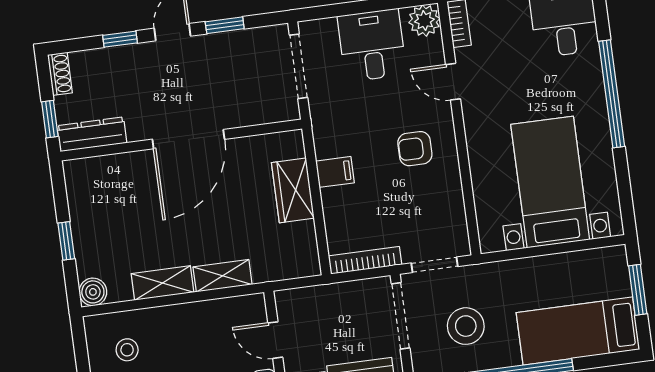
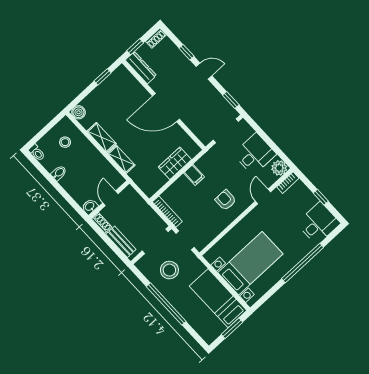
window: (225, 25) -> (231, 100), moved
window: (66, 241) -> (103, 77), moved
bed: (578, 331) -> (218, 298), moved

